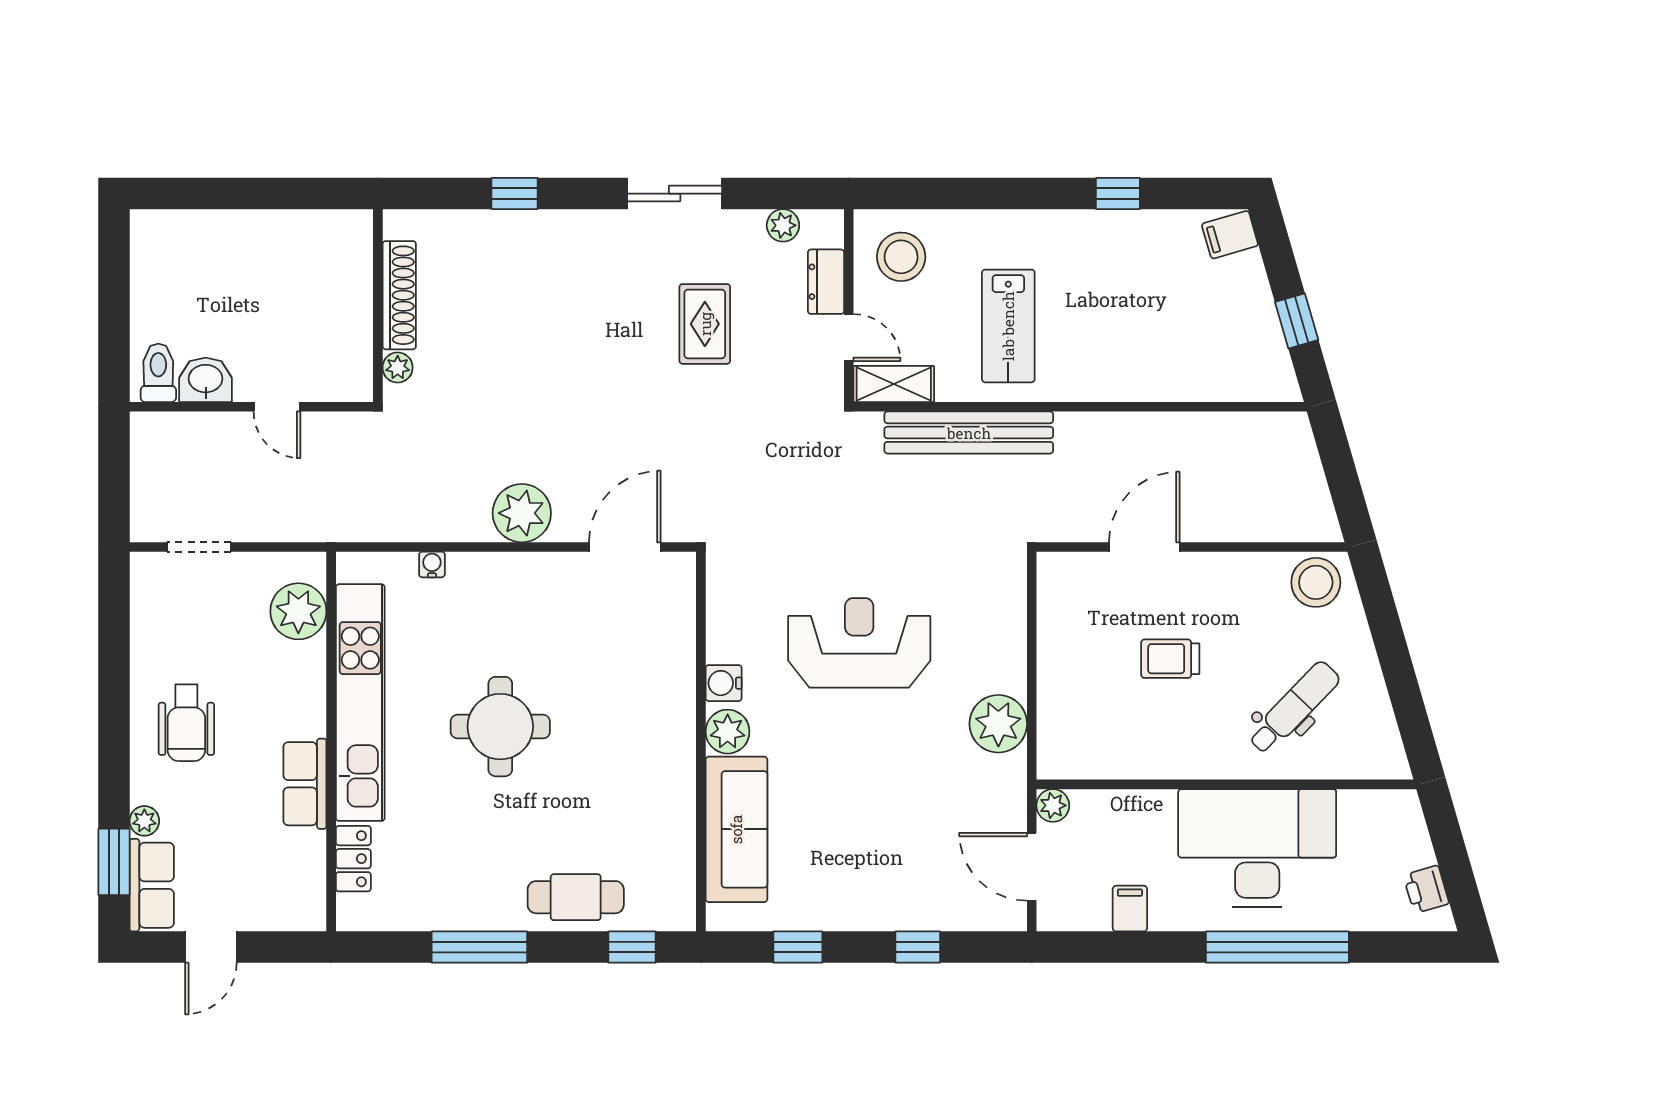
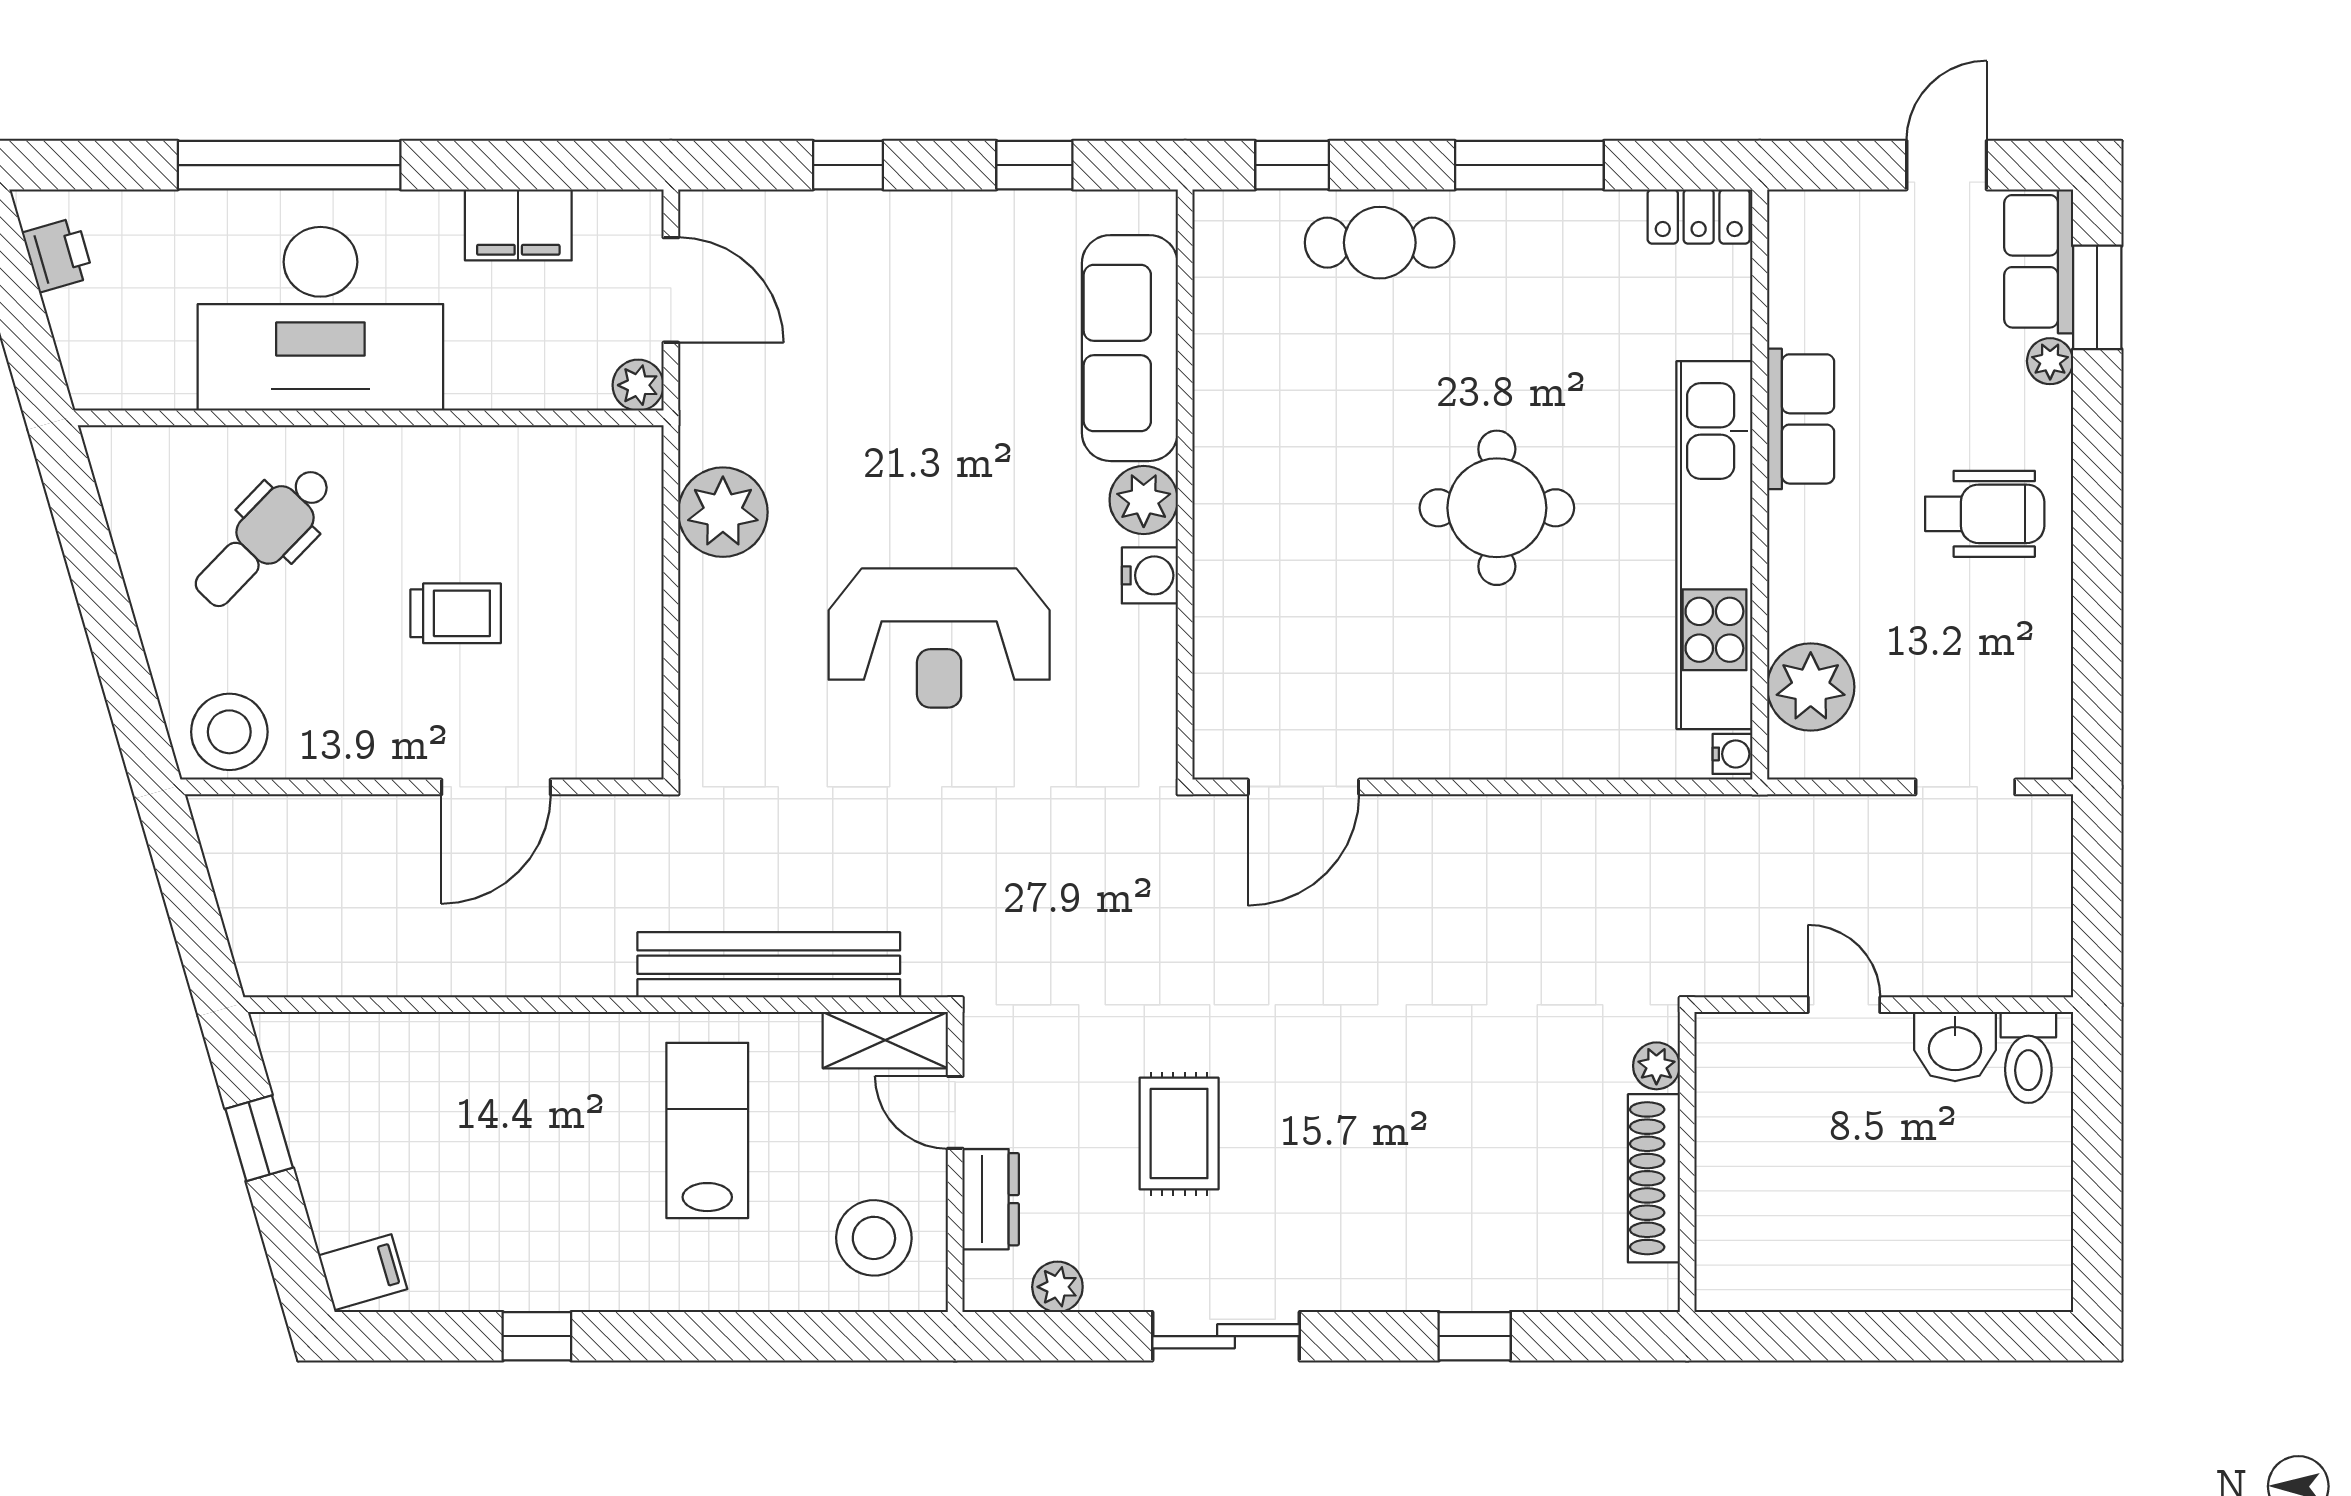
plant: (522, 513) -> (1463, 840), removed
water cooler: (432, 564) -> (1733, 754), moved, turned -90
wheelchair: (186, 723) -> (1985, 514), turned 90
locker: (353, 859) -> (1699, 216), moved, turned -90
filing cabinet: (1130, 909) -> (518, 225), width x2.00

